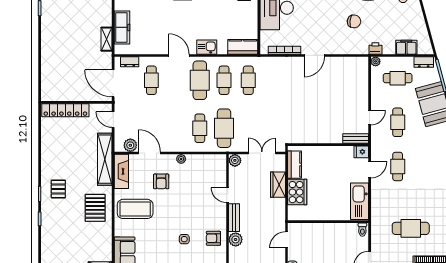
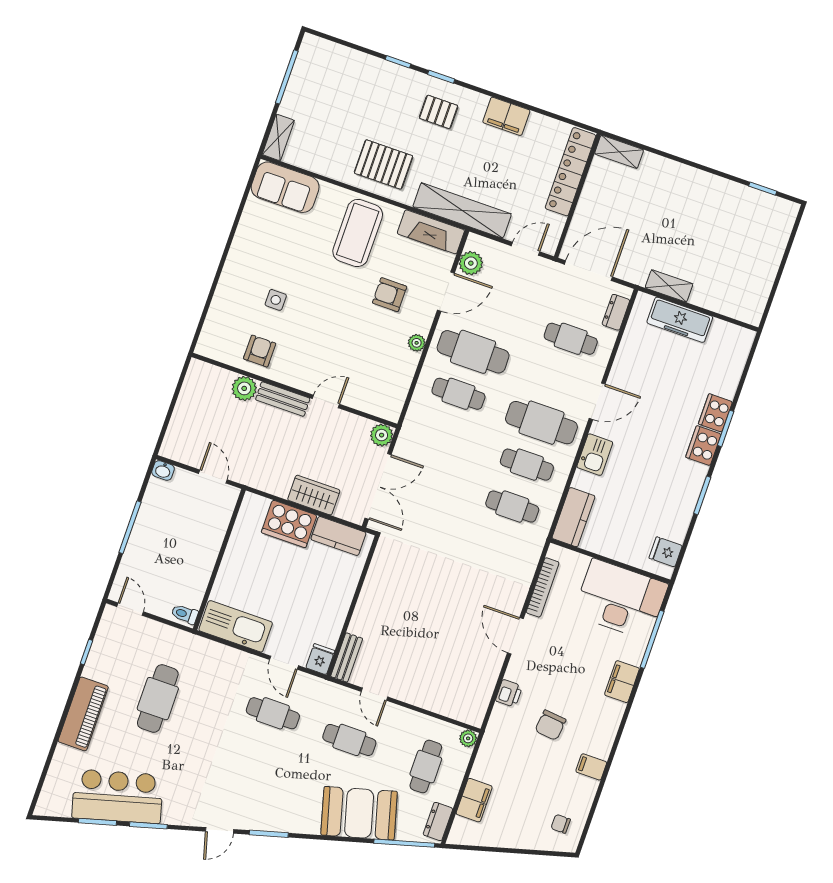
printer: (375, 48) -> (509, 693), moved
shelving: (46, 89) -> (619, 152), added
cafe table: (224, 128) -> (473, 352), moved
filing cabinet: (48, 153) -> (506, 116), added
double door: (262, 153) -> (378, 486), width x1.37

